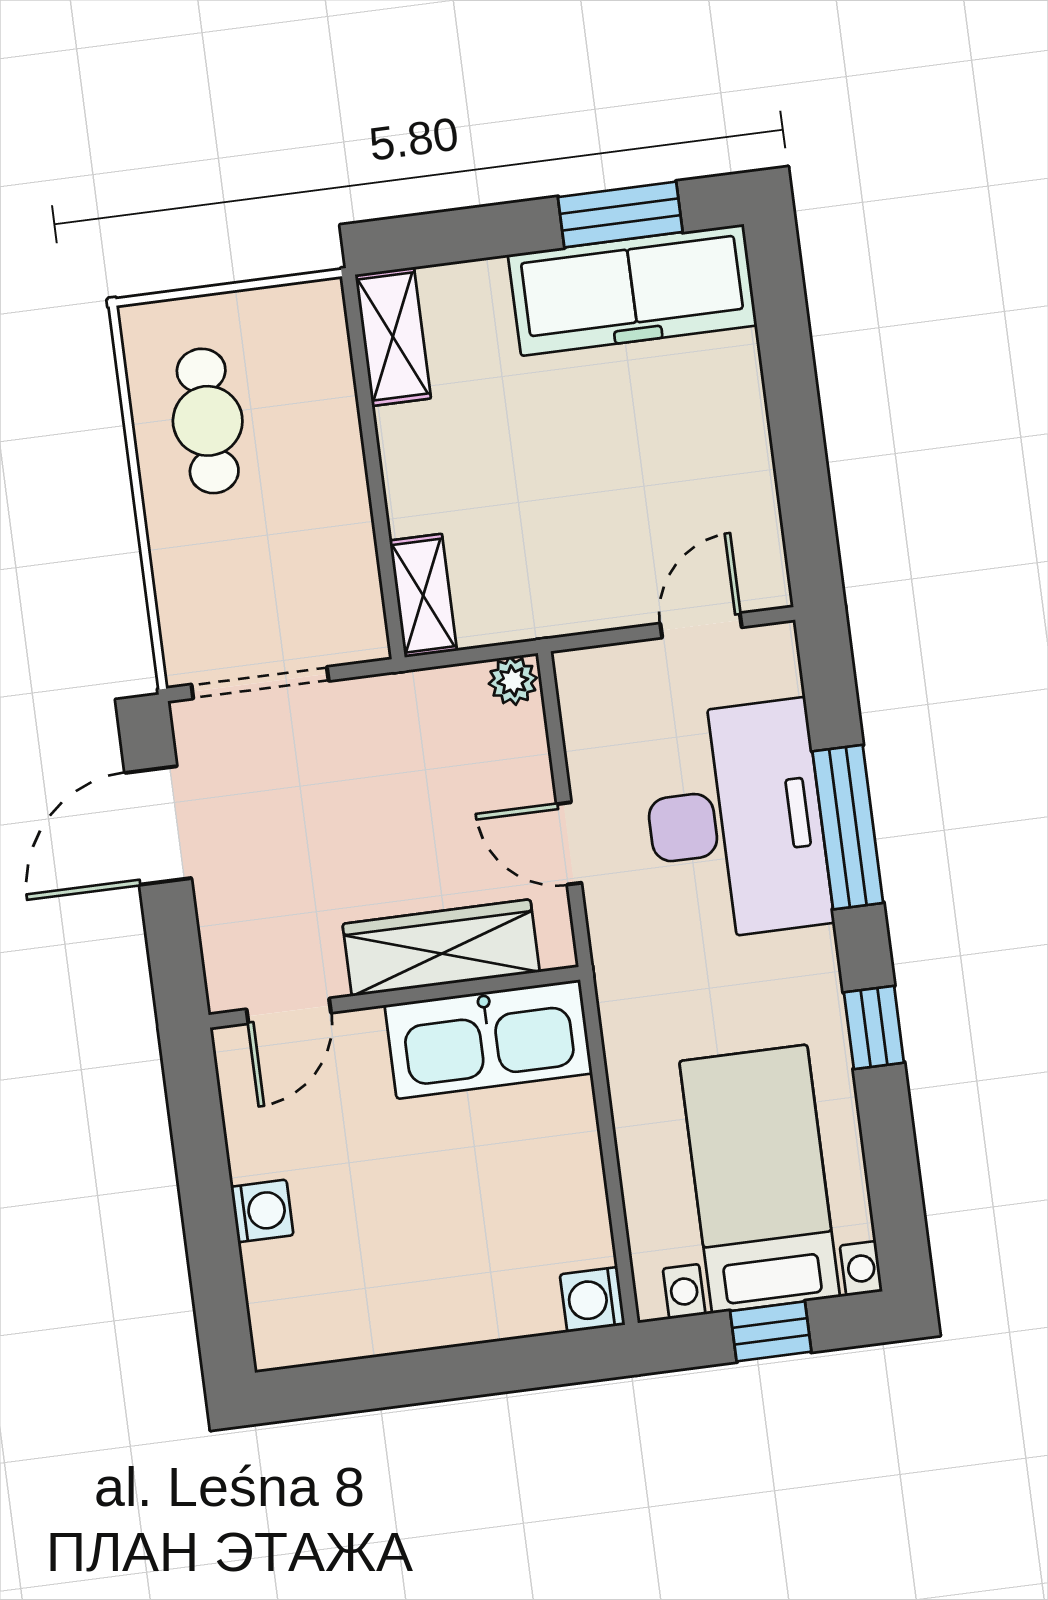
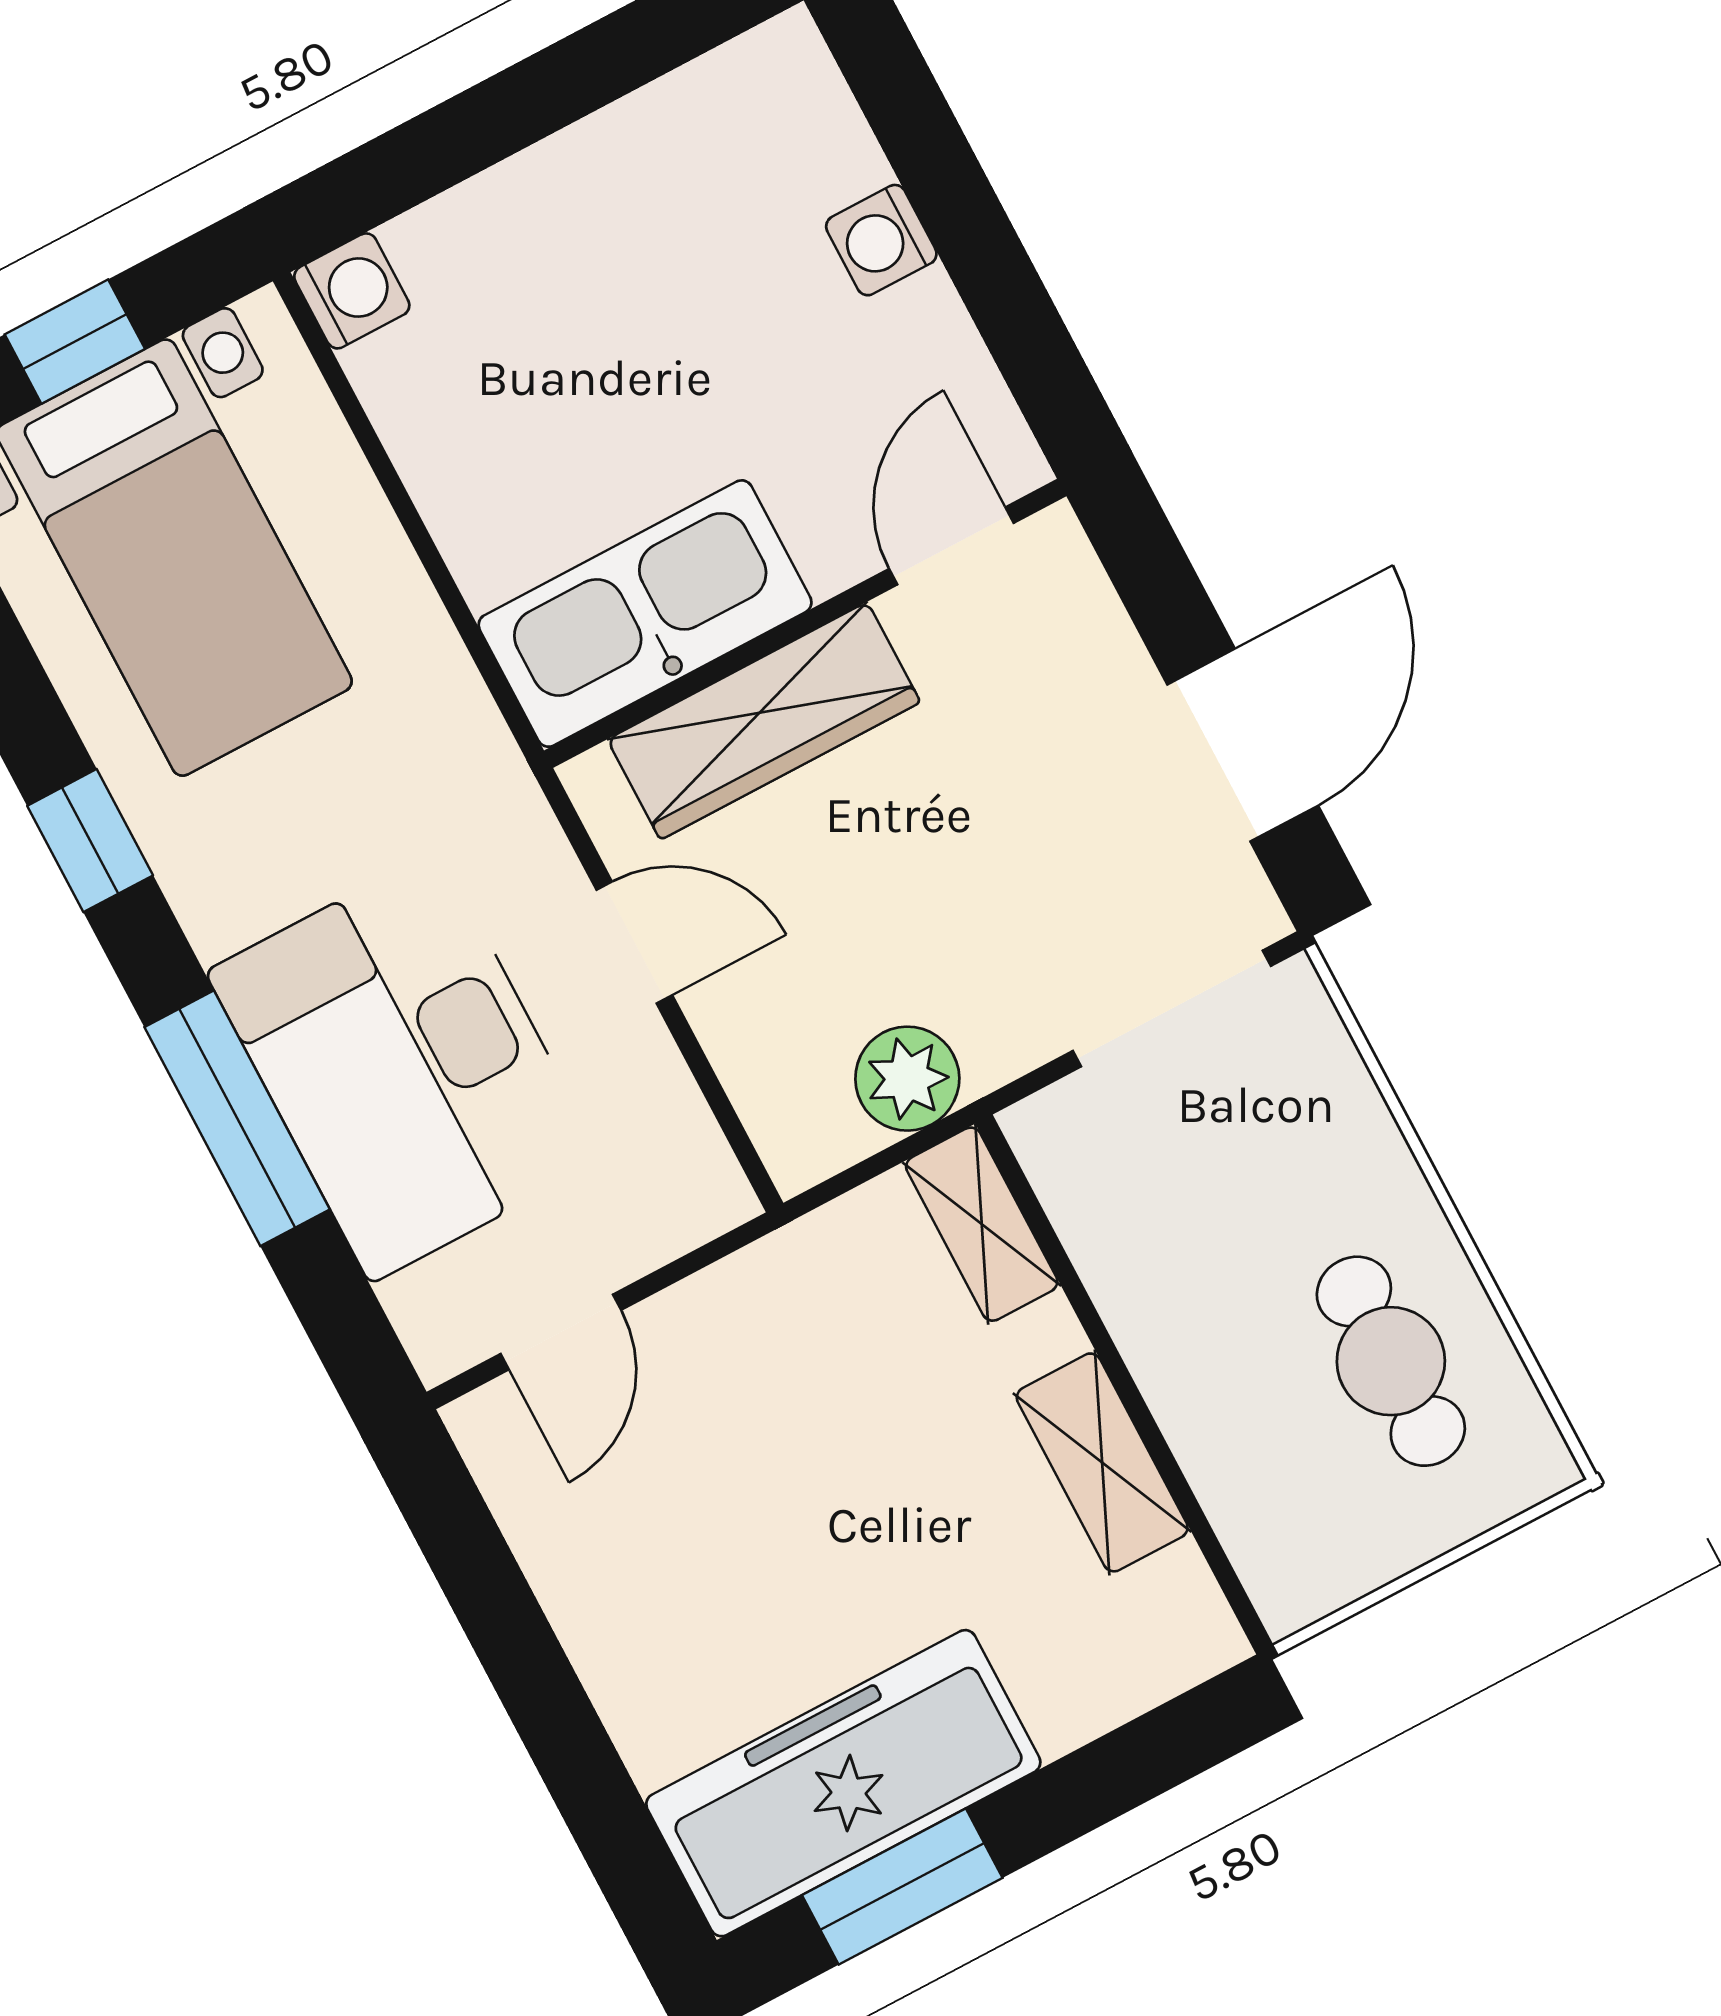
shelving: (393, 336) -> (1102, 1462), moved
plant: (513, 681) -> (907, 1079), moved, width x1.38, depth x1.38

